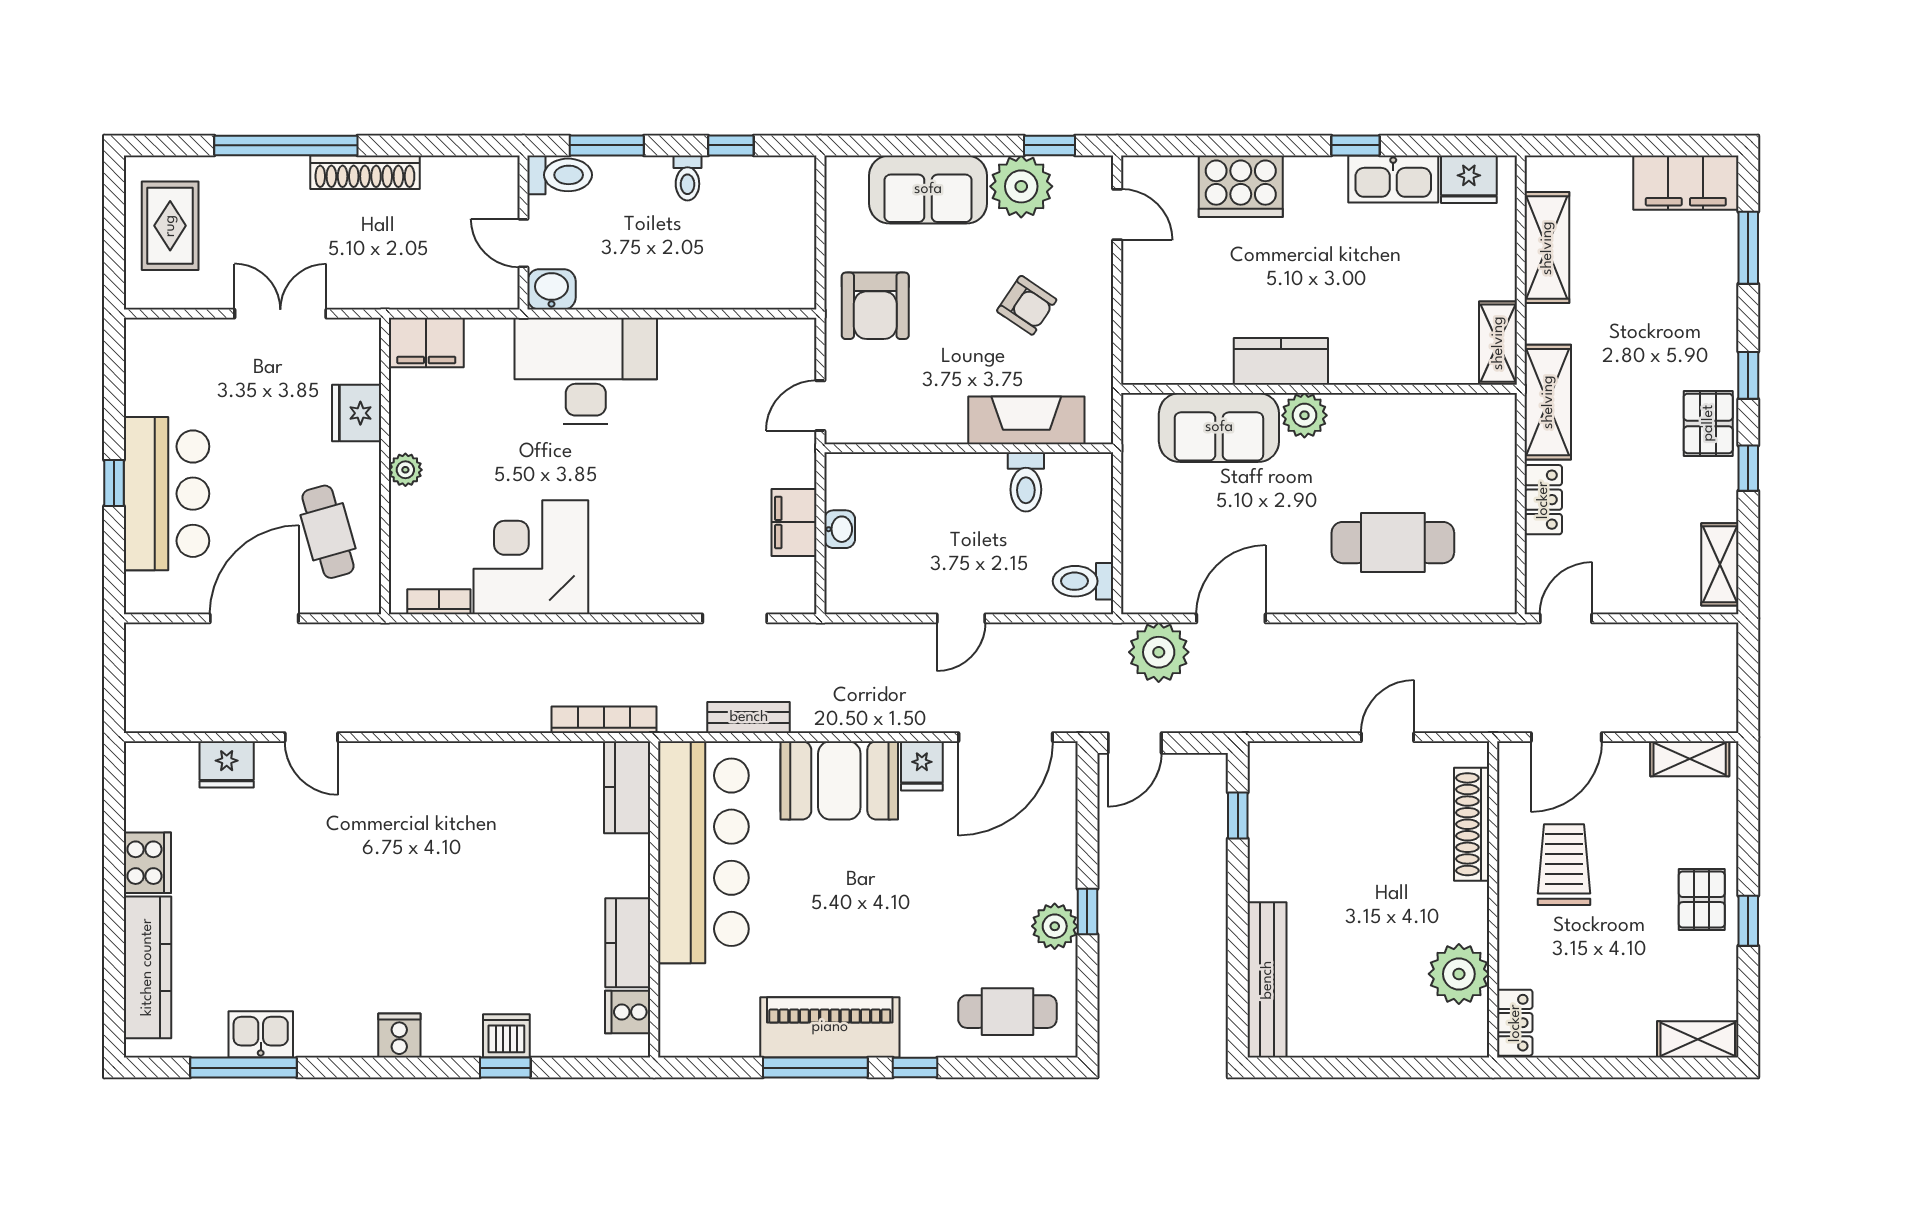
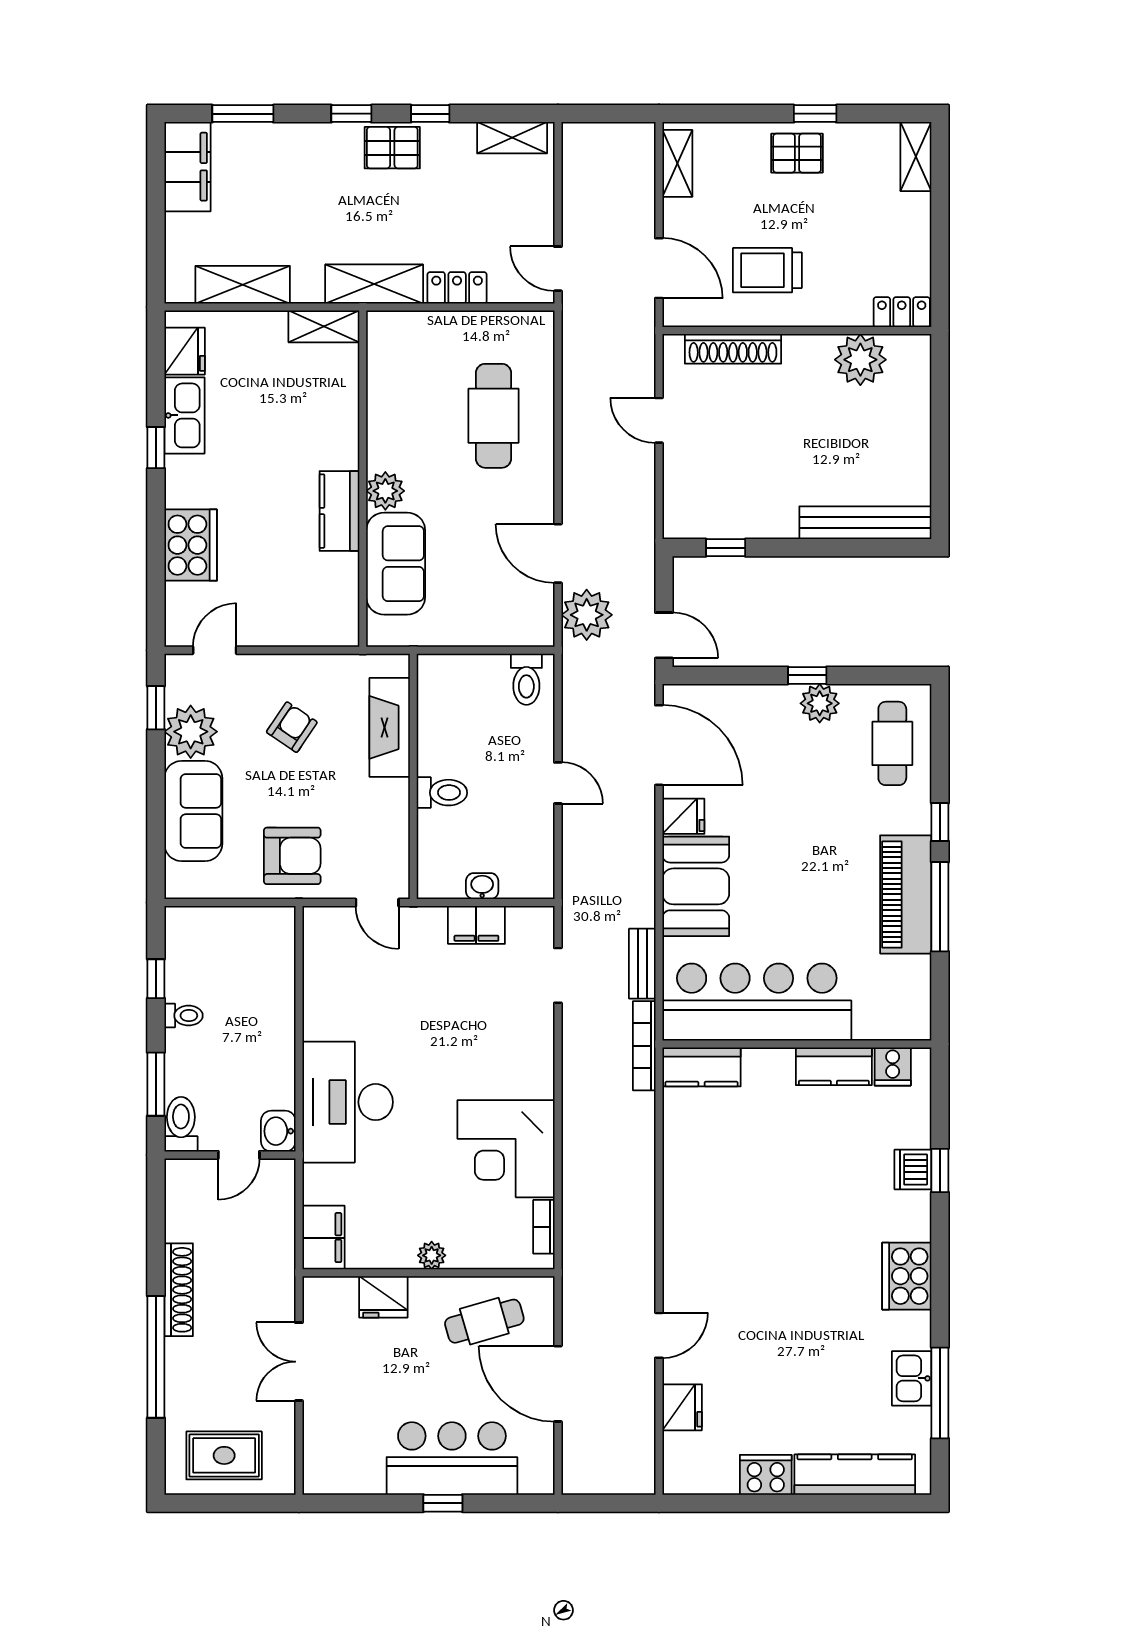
toilet: (1026, 482) -> (442, 793), moved
bookcase: (604, 720) -> (644, 1046), moved
cooker: (399, 1035) -> (907, 1276), width x1.87, depth x1.31

